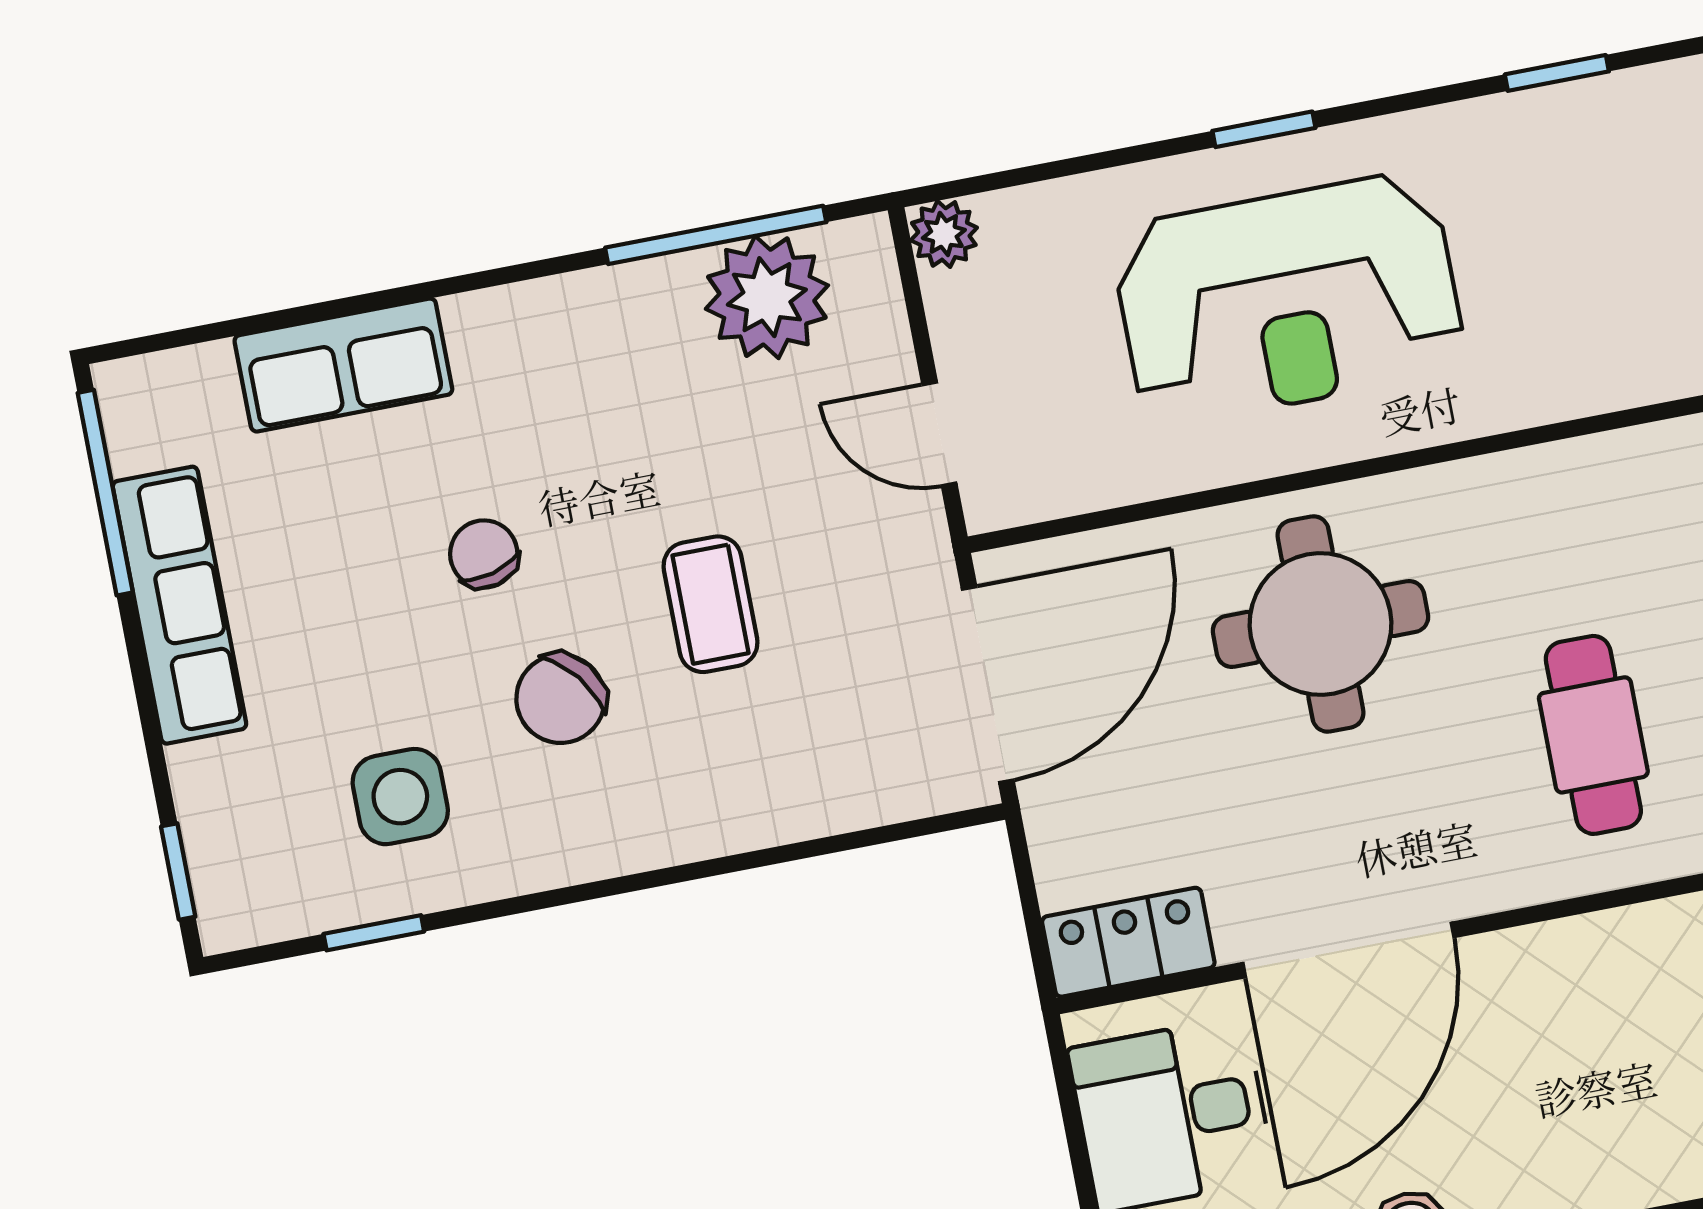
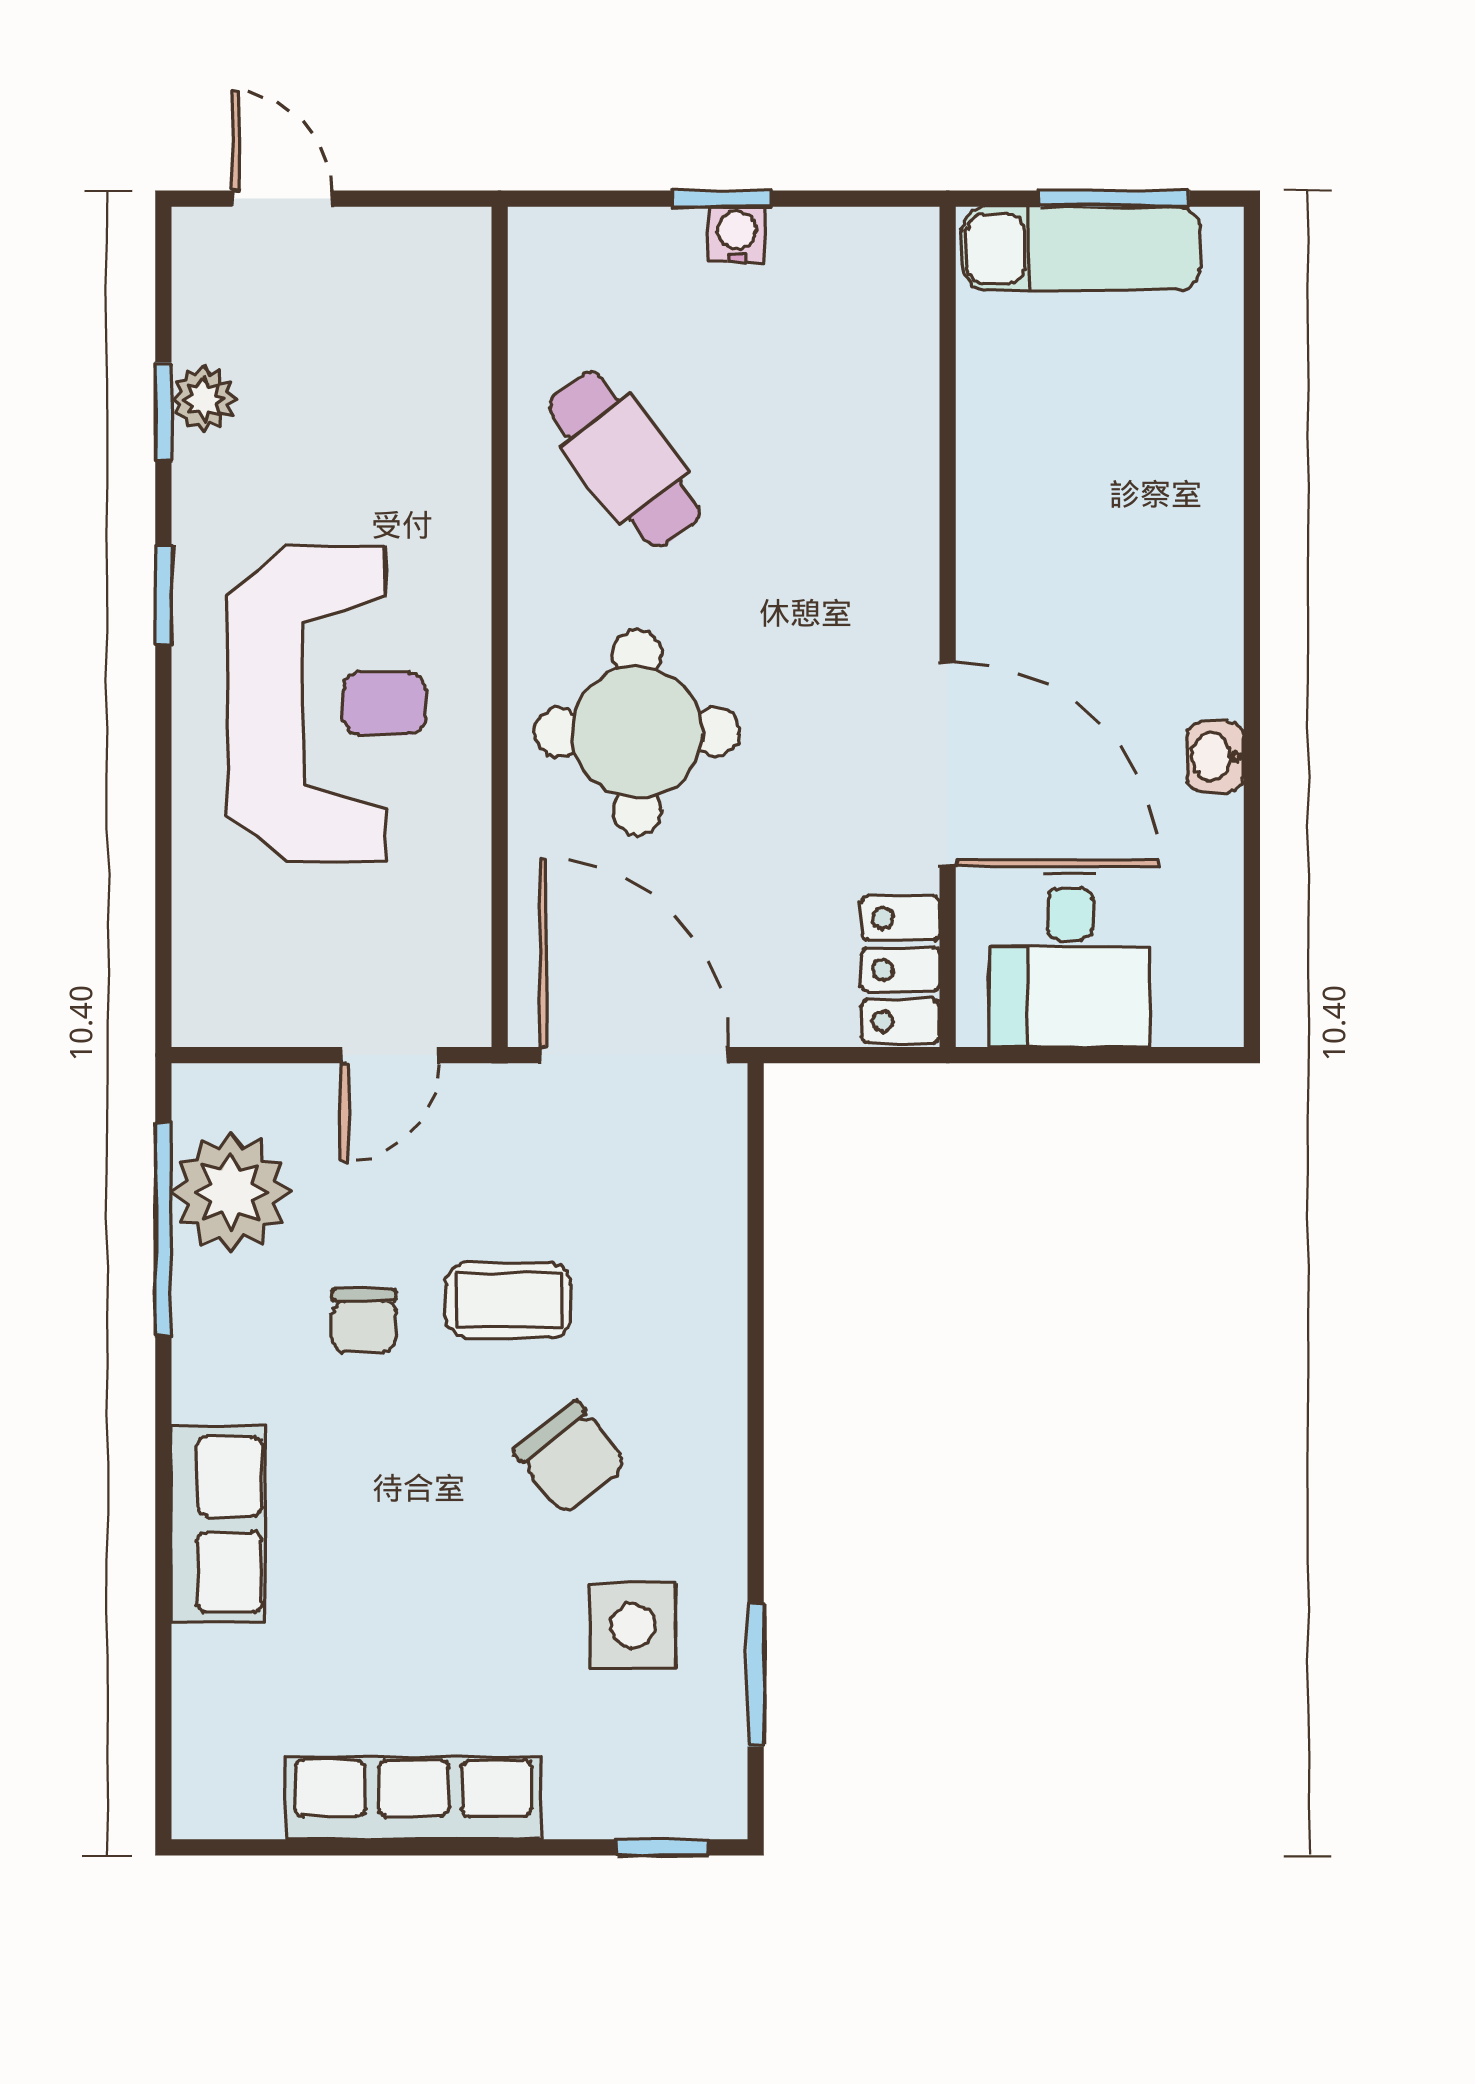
window: (1264, 129) -> (163, 595), moved
plant: (944, 234) -> (204, 399), moved
row of seats: (343, 365) -> (218, 1524), moved
window: (105, 493) -> (295, 1847), removed
chair: (484, 554) -> (364, 1320), moved, turned -75
cafe table: (1593, 735) -> (624, 460), moved, turned 53
window: (374, 933) -> (756, 1675), width x1.50

